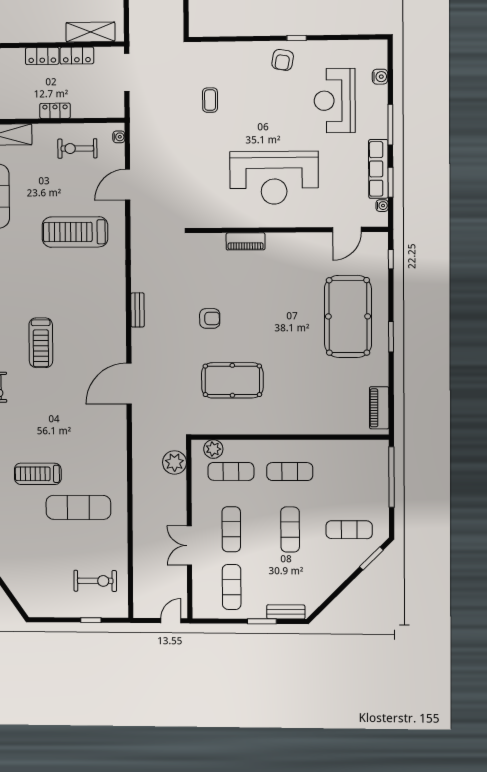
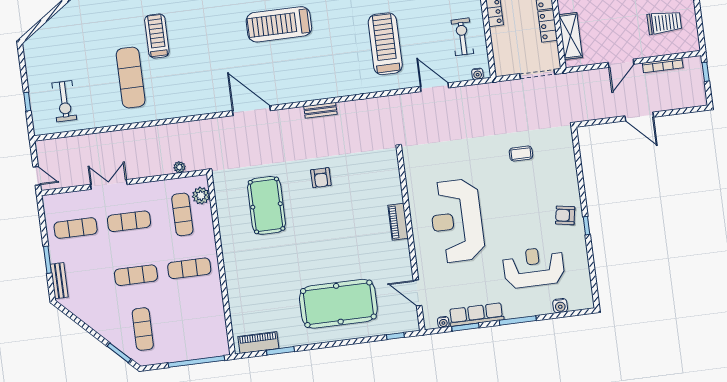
piano: (246, 241) -> (398, 222), moved
window: (391, 337) -> (280, 351), moved
treadmill: (41, 343) -> (279, 24), width x1.37, depth x1.38
plant: (174, 462) -> (179, 167), width x0.53, depth x0.53
exercise mat: (290, 472) -> (189, 268), turned 90

